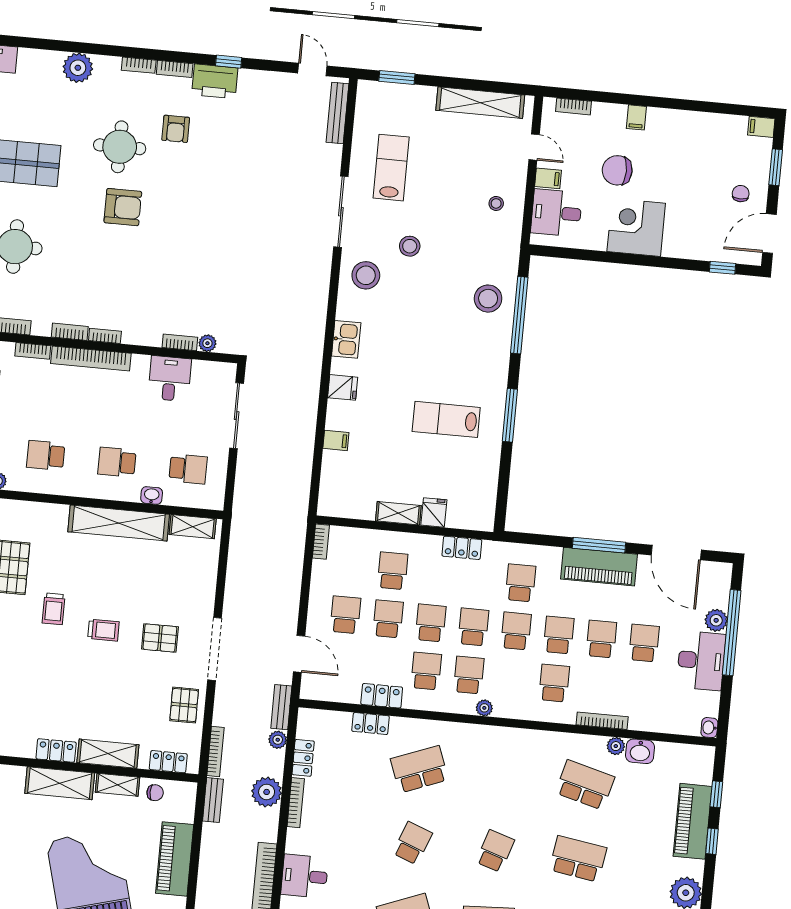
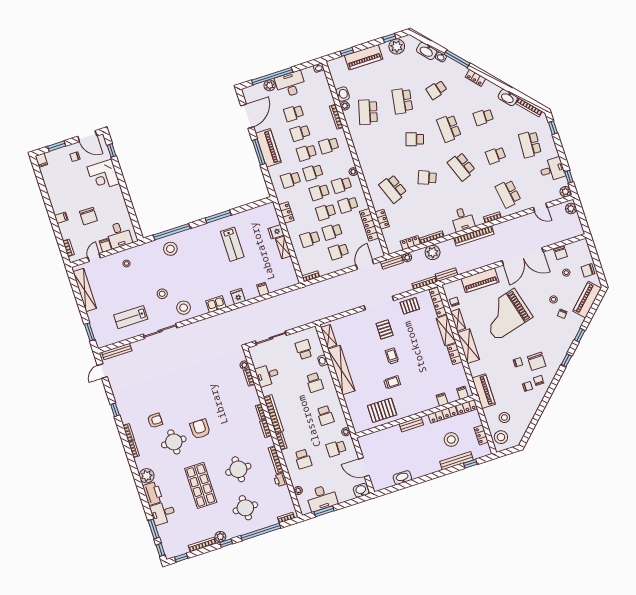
printer: (215, 81) -> (153, 493), moved
corner desk: (636, 227) -> (103, 175), moved
locker: (382, 696) -> (369, 225), width x1.53
locker: (168, 762) -> (438, 302), width x1.53
window: (712, 841) -> (389, 38), moved

